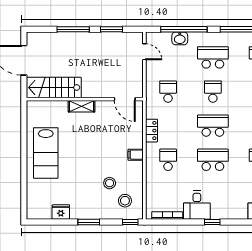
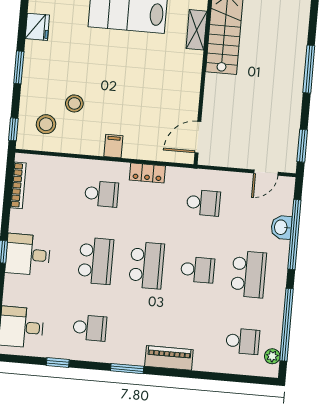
window: (111, 29) -> (302, 146), moved
shelving: (82, 106) -> (197, 30), moved
desk: (197, 205) -> (28, 255), moved

